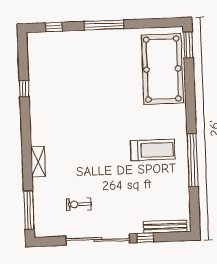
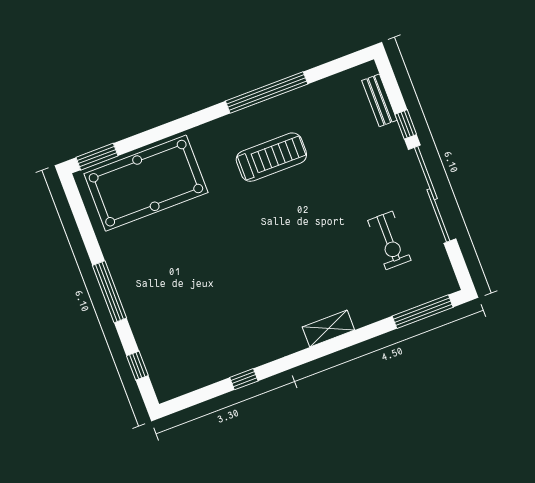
treadmill: (153, 150) -> (271, 157), turned 90
shelving: (38, 162) -> (328, 329), moved
exercise bike: (79, 204) -> (389, 240), width x1.38, depth x1.39
bench: (165, 227) -> (379, 100), width x0.73

